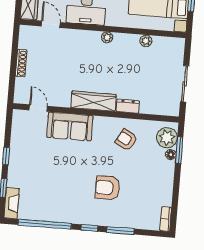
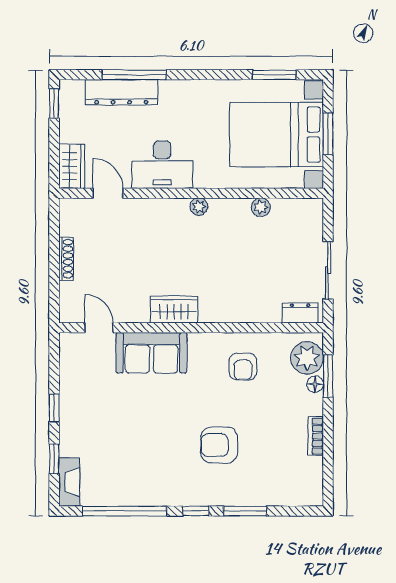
wardrobe: (94, 101) -> (174, 310), width x0.67
dresser: (128, 106) -> (300, 313), moved
armchair: (126, 140) -> (243, 367), turned -119
bookcase: (166, 219) -> (316, 436), moved

